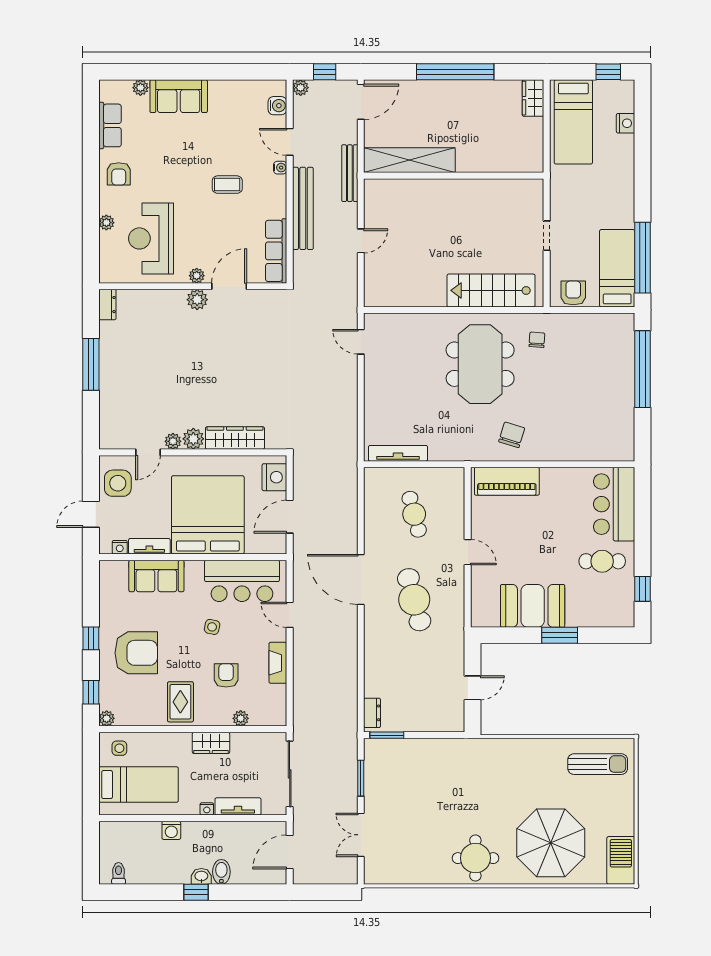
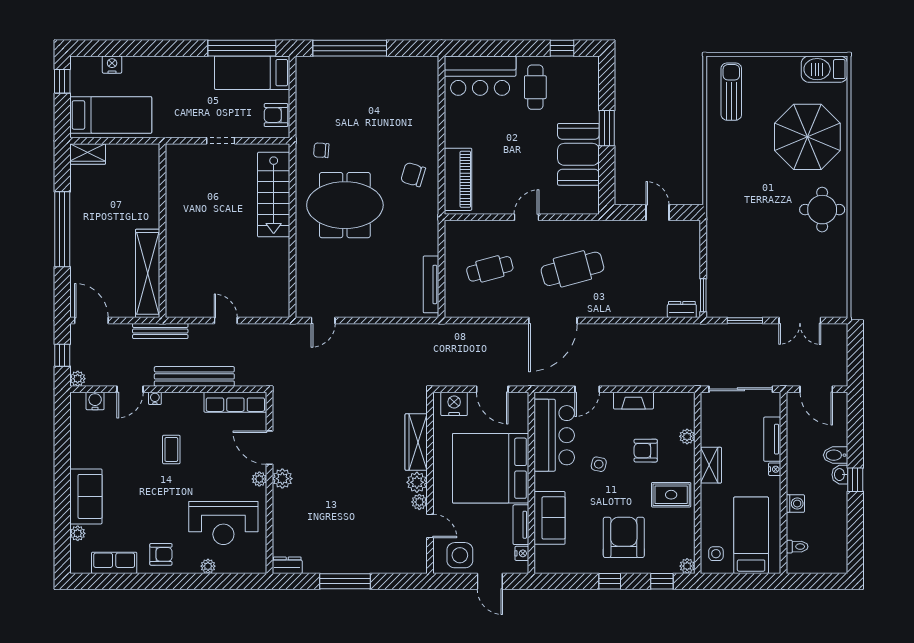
toilet: (119, 873) -> (797, 547), moved, turned 180

